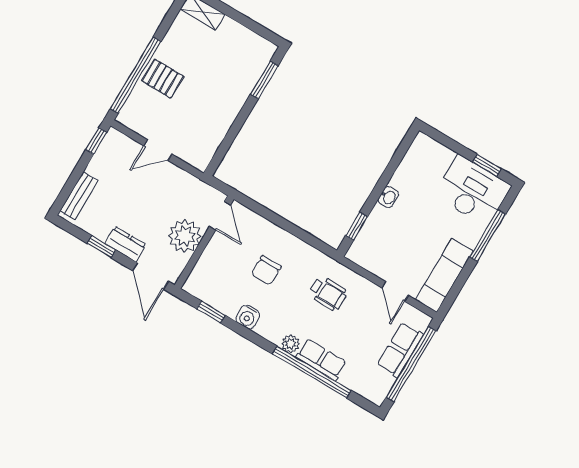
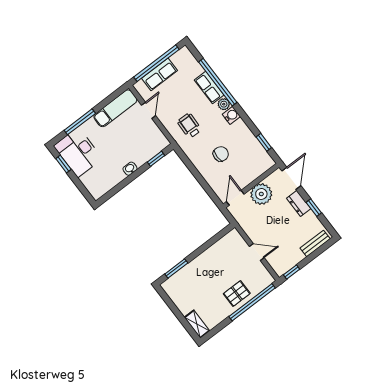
pallet: (163, 79) -> (237, 294), turned 90
water cooler: (248, 317) -> (231, 115), moved

